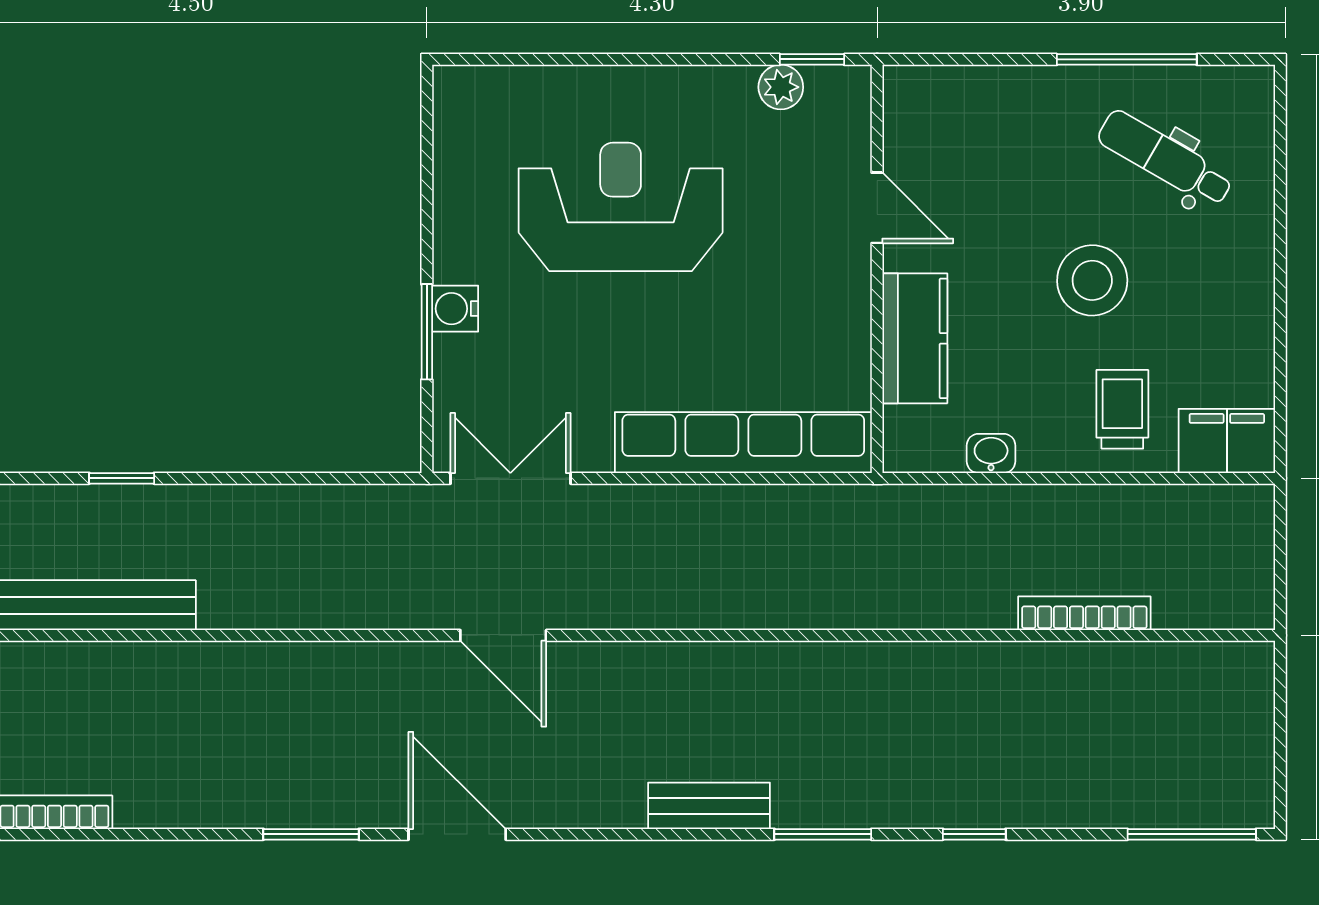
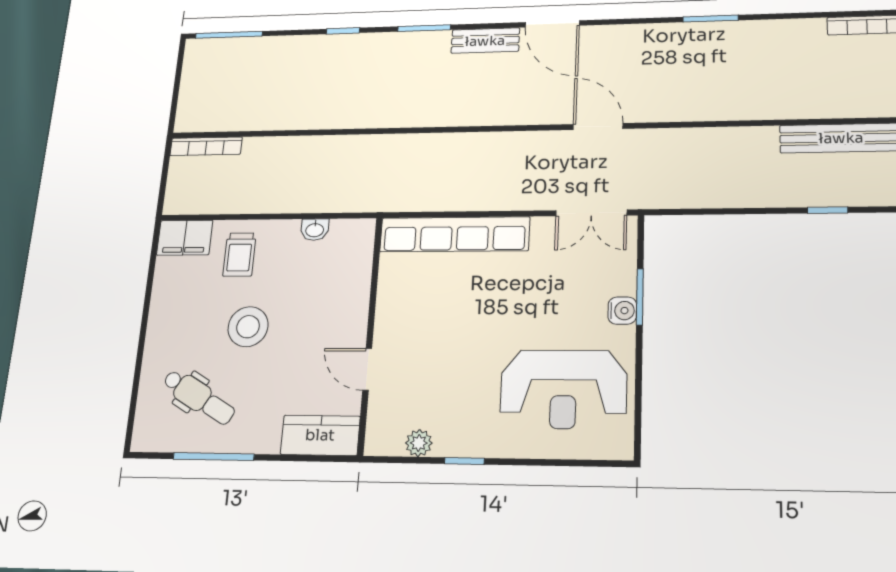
window: (812, 59) -> (464, 461), moved
reception desk: (621, 207) -> (563, 389), moved
kitchen counter: (915, 338) -> (320, 435), moved, turned 90
bookcase: (1084, 613) -> (206, 146), moved
door: (457, 834) -> (552, 24), moved

